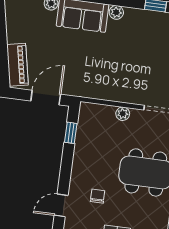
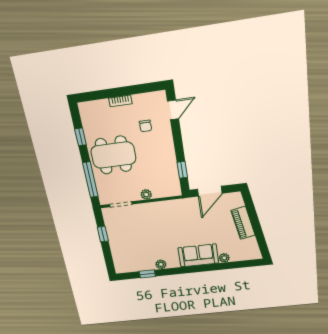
plant: (116, 12) -> (161, 264), moved
piano: (17, 65) -> (243, 223), moved

